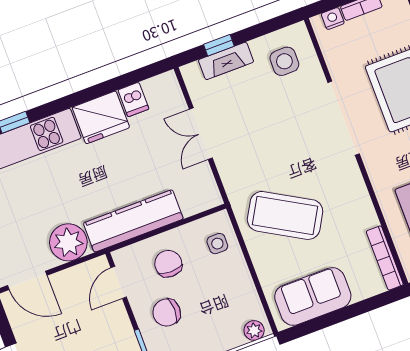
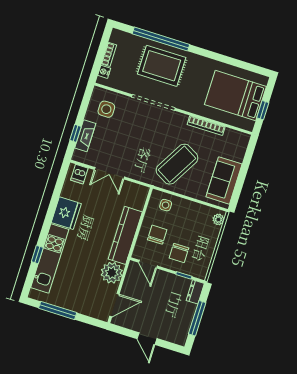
dishwasher: (133, 99) -> (79, 174), moved, turned 90
bookcase: (385, 258) -> (206, 126), moved
chair: (168, 264) -> (157, 235), turned 90

